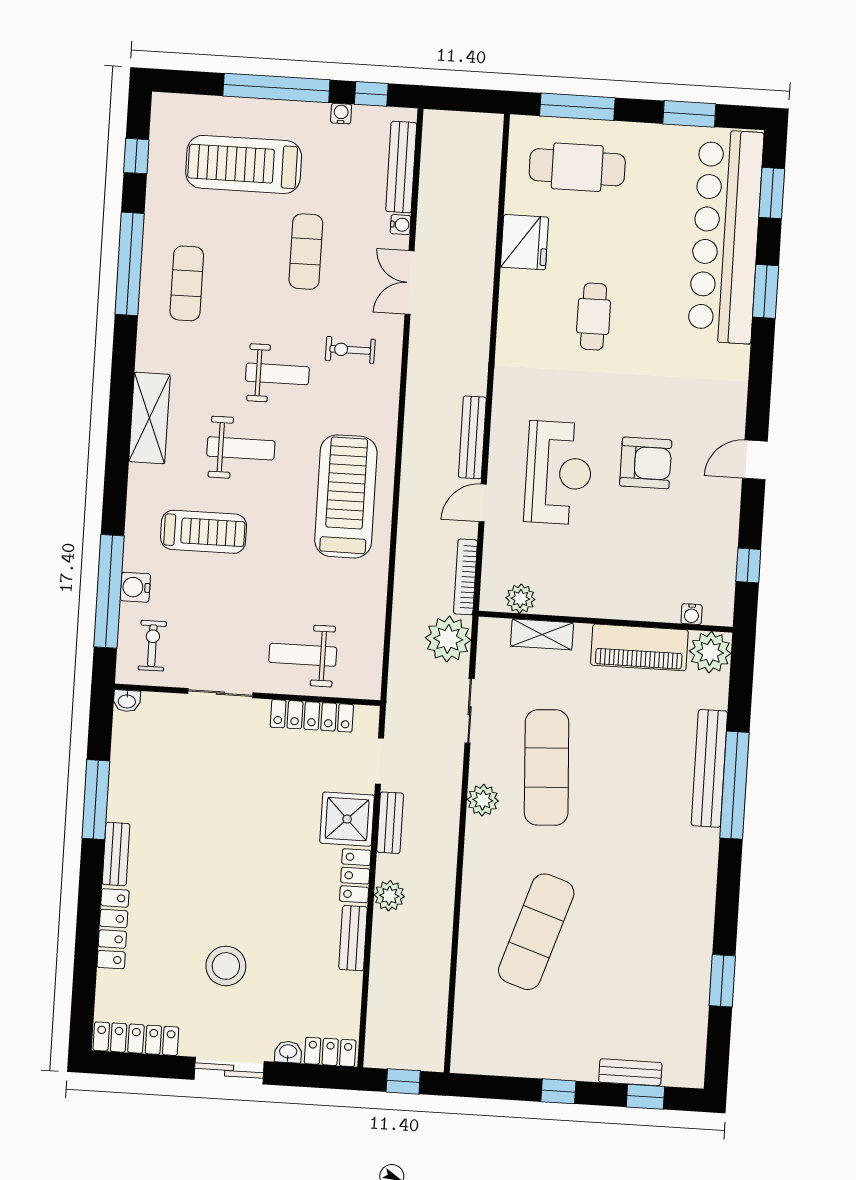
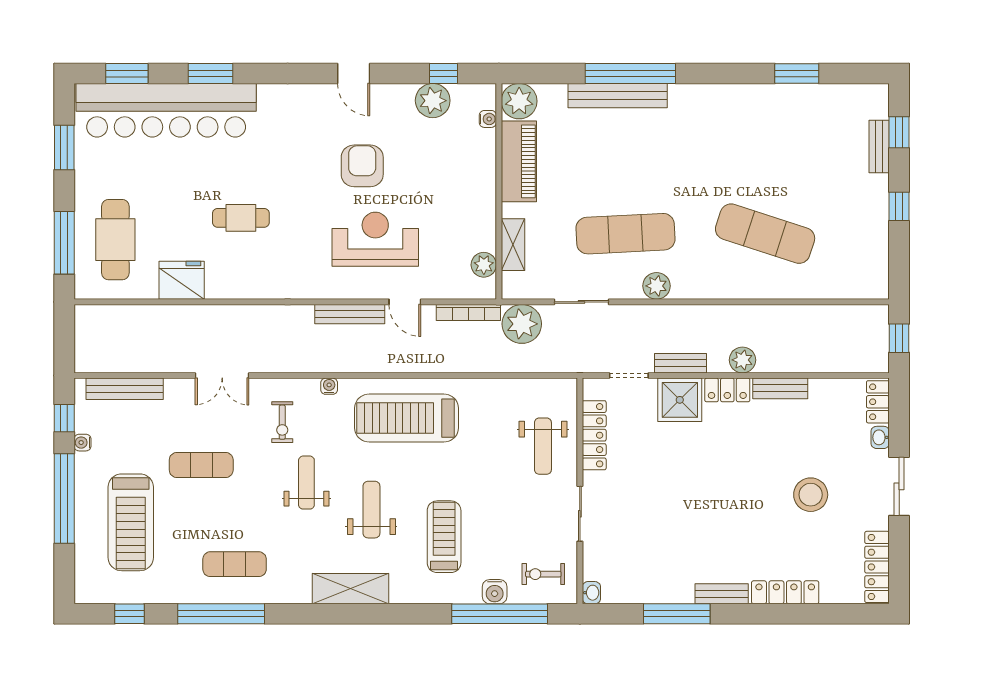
water cooler: (401, 225) -> (329, 386), moved
plant: (717, 551) -> (433, 101), added

